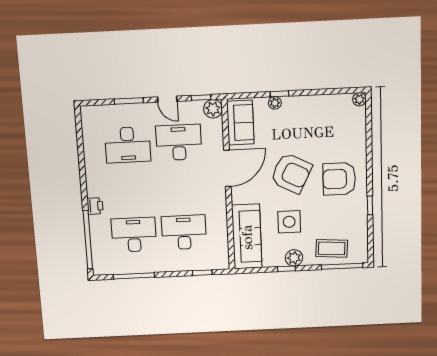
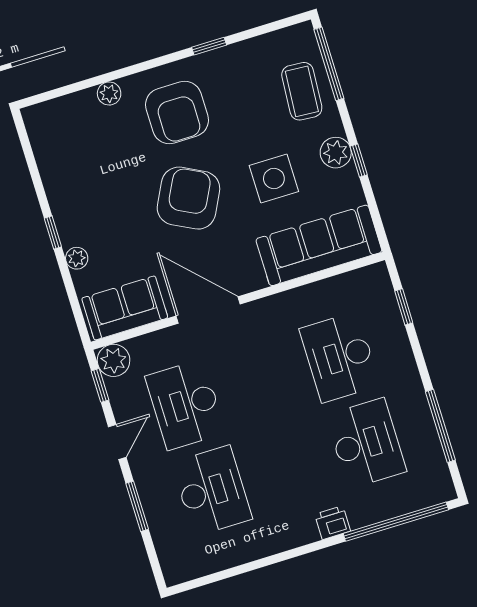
window: (279, 94) -> (53, 232), moved
plant: (359, 99) -> (109, 94), moved
desk: (134, 235) -> (366, 443), turned 180

